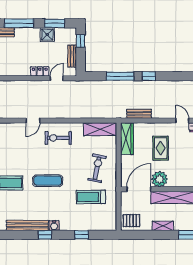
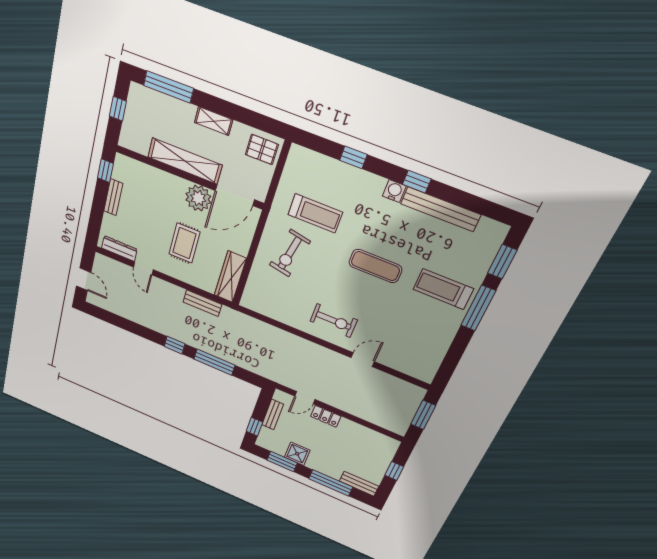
shelving: (100, 129) -> (266, 306), removed

